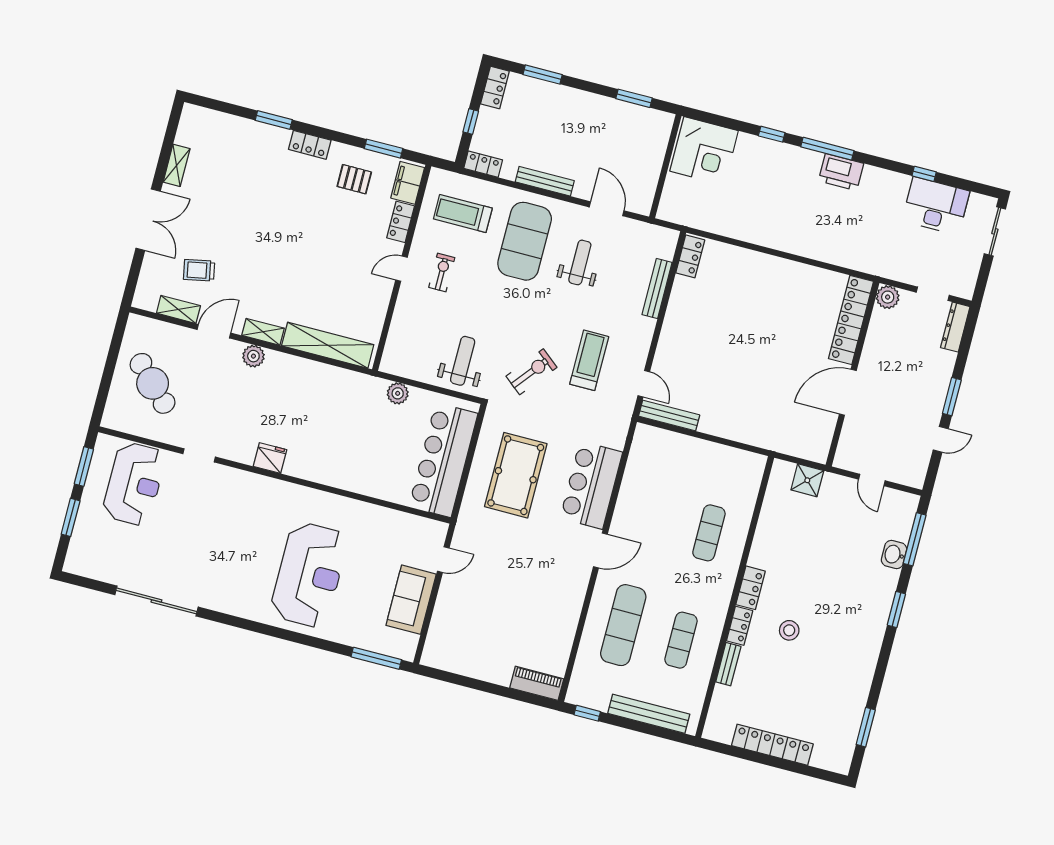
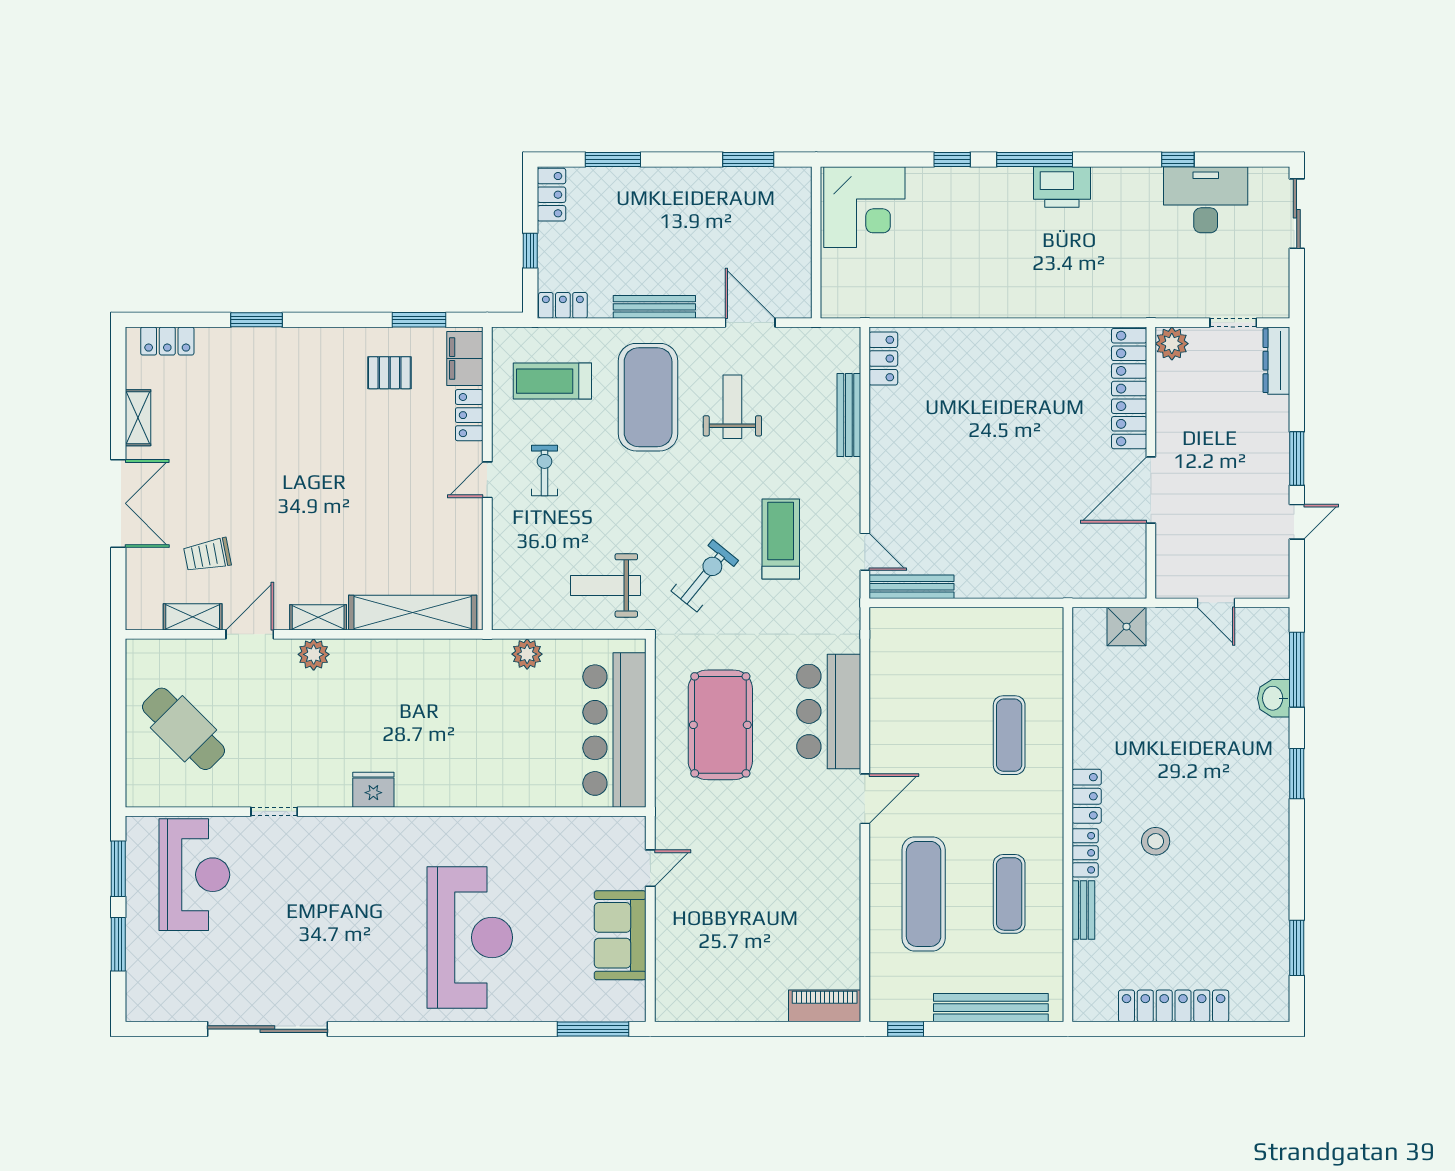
locker: (310, 145) -> (167, 341), moved
weight bench: (463, 361) -> (605, 585), turned -90

